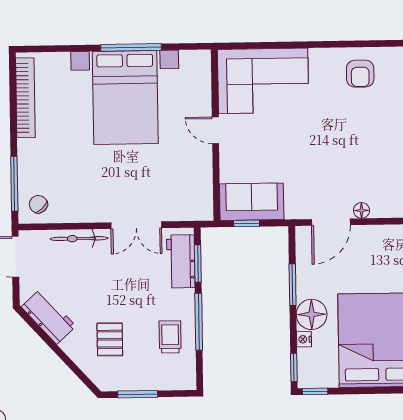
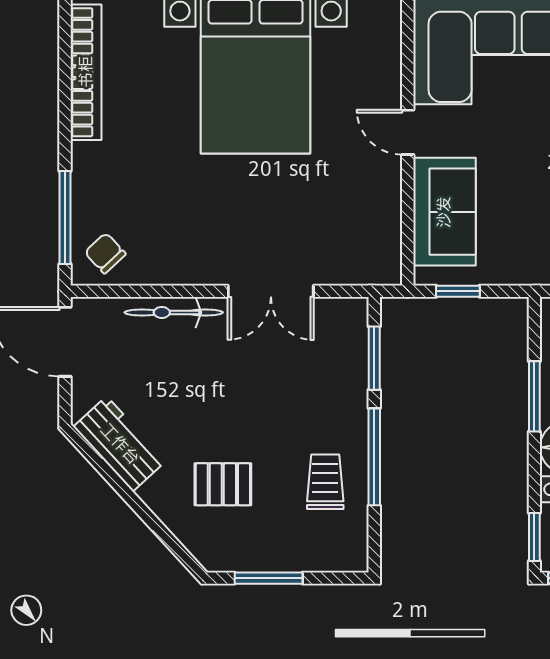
sofa: (252, 202) -> (444, 212), moved, turned 90
workbench: (181, 261) -> (345, 354), removed
pallet: (110, 339) -> (223, 484), turned 90

